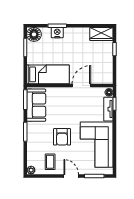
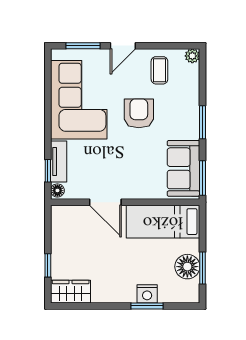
floor lamp: (34, 34) -> (187, 267), moved
door: (81, 86) -> (105, 202), hinge flipped
door: (71, 176) -> (123, 46), hinge flipped

